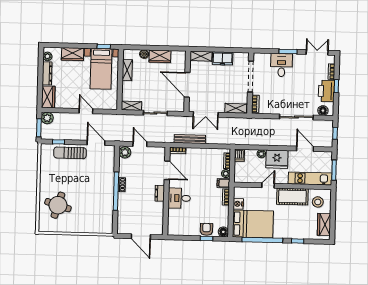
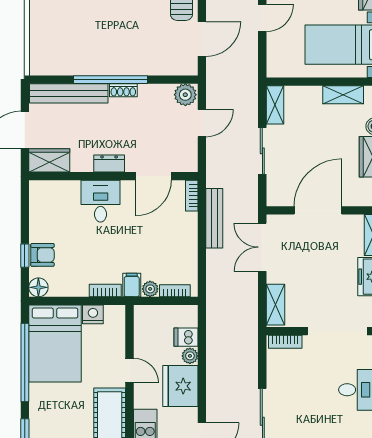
dishwasher: (239, 155) -> (186, 337), moved
bench: (123, 213) -> (69, 93), added
wardrobe: (157, 224) -> (49, 160), added

